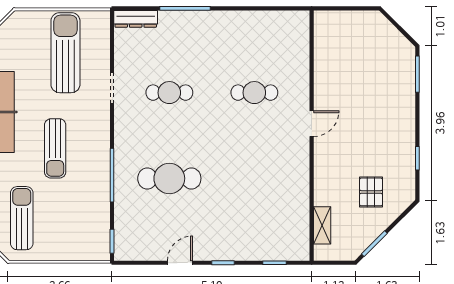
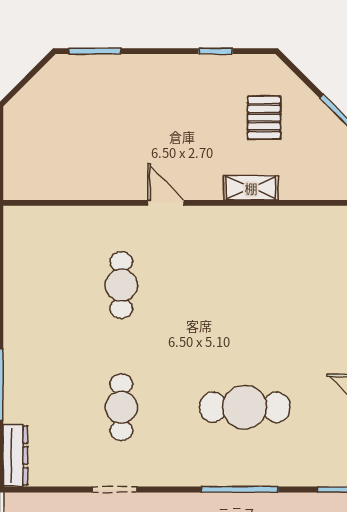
cafe table: (169, 178) -> (245, 407), turned 90
pallet: (371, 192) -> (264, 118), turned 90
shelving: (322, 225) -> (251, 188), moved

